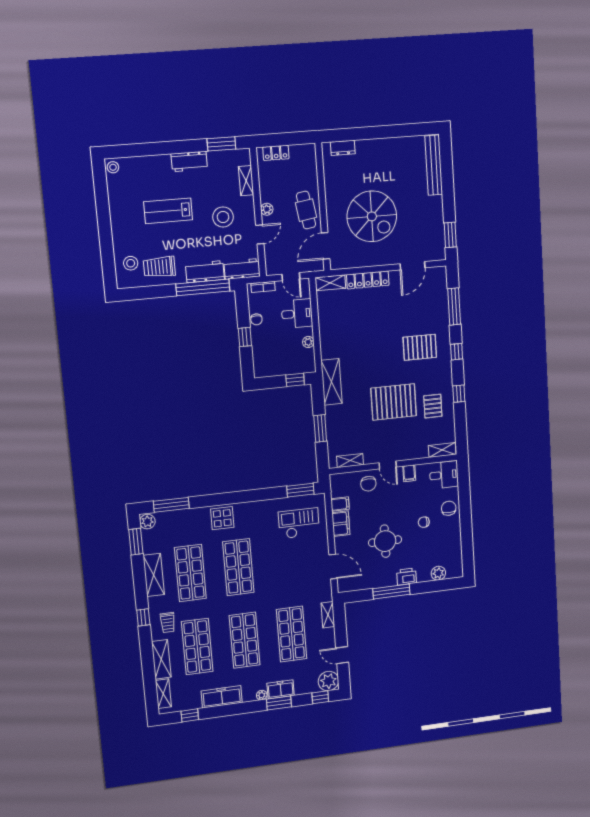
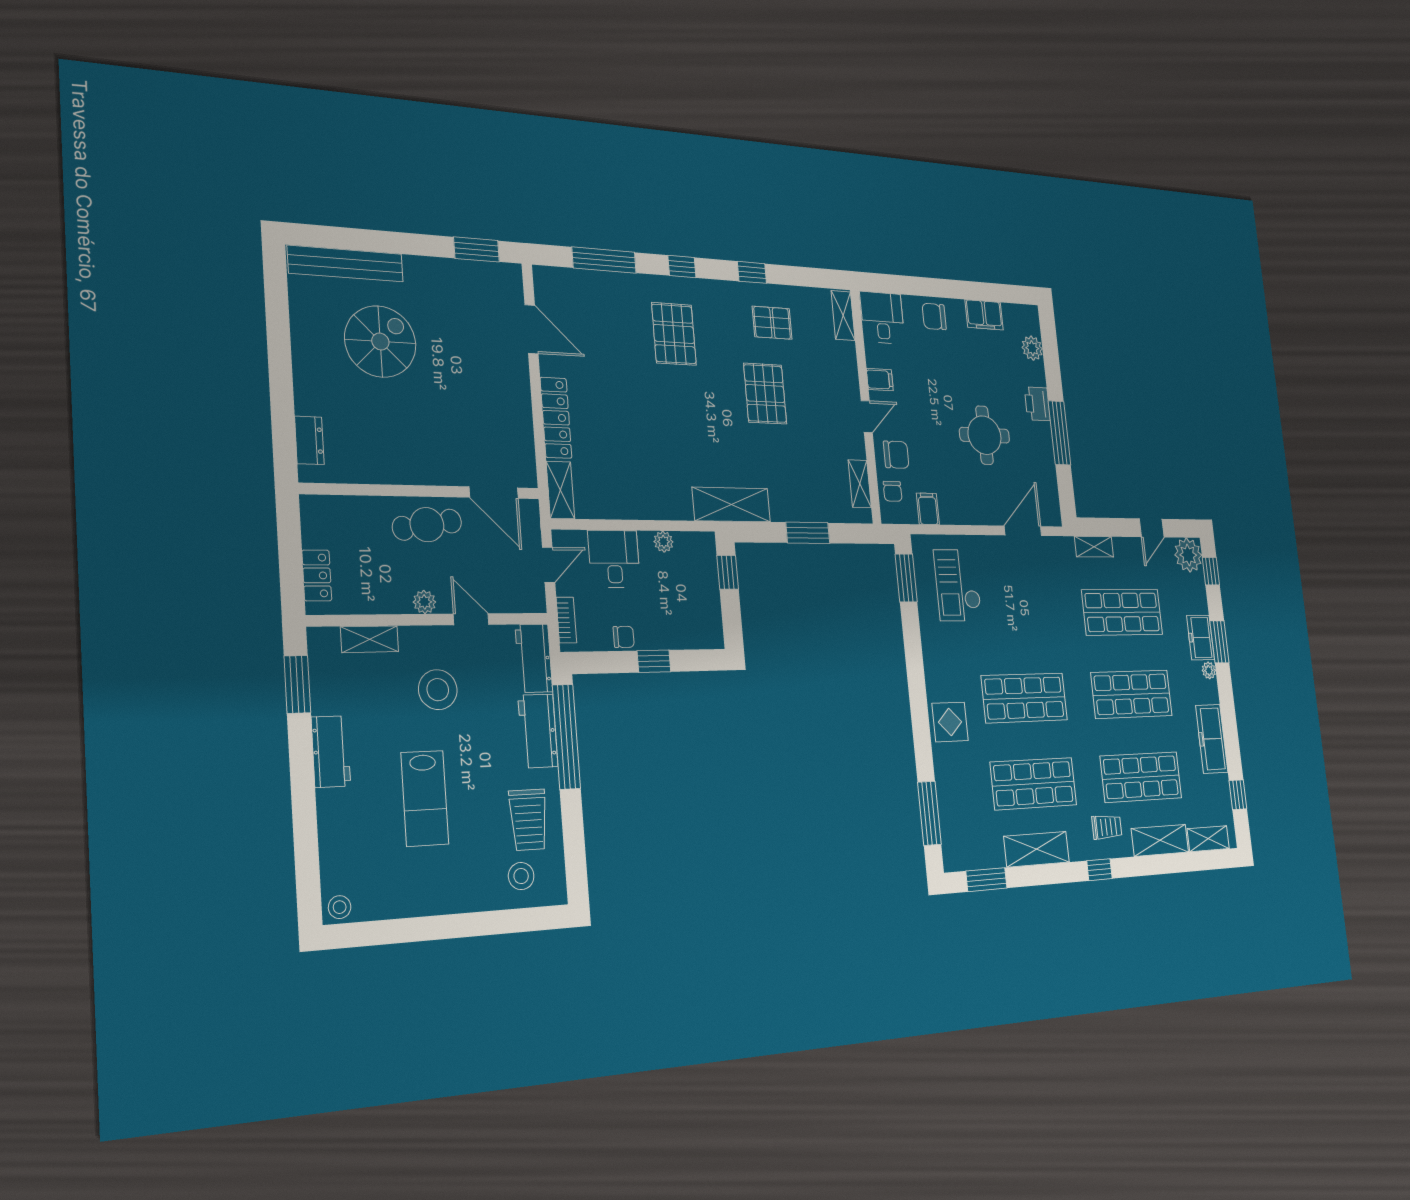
spiral stairs: (372, 216) -> (380, 342), moved, width x0.73, depth x0.73
pallet: (394, 402) -> (765, 394), width x0.73, depth x0.71
plant: (147, 522) -> (955, 858), removed
chair: (424, 522) -> (893, 491), moved
filing cabinet: (341, 524) -> (984, 315), moved, turned 180

